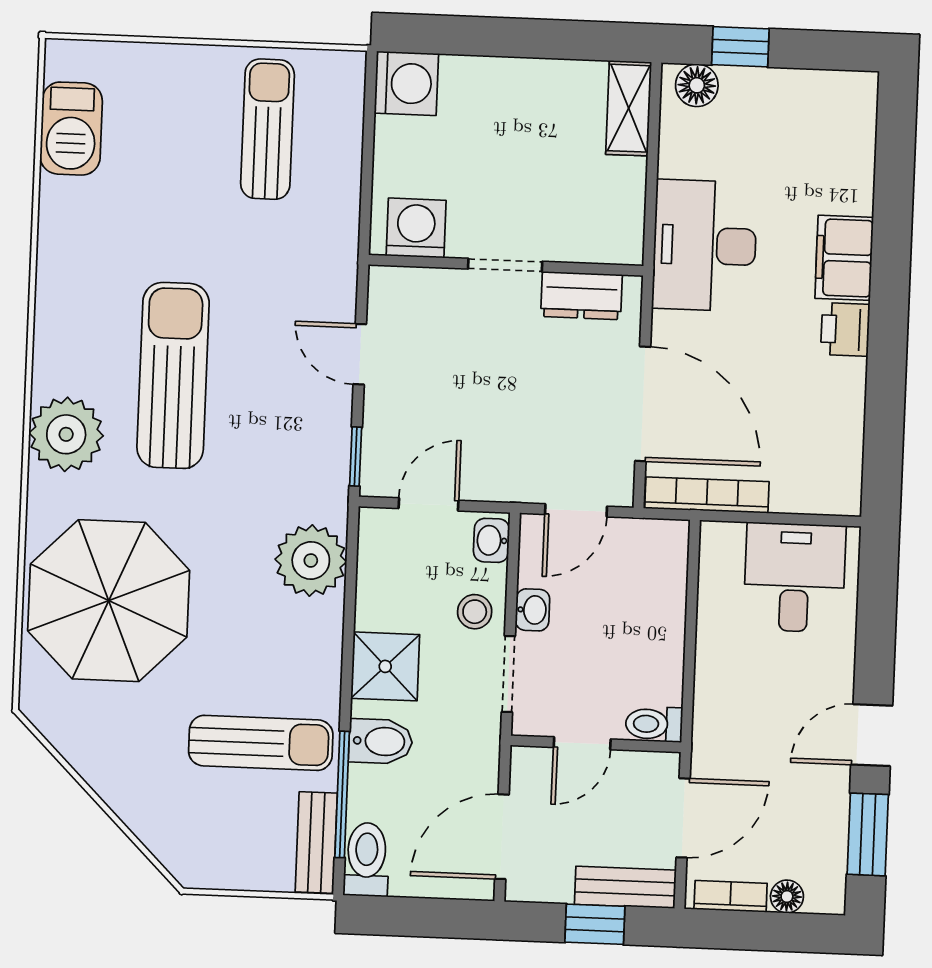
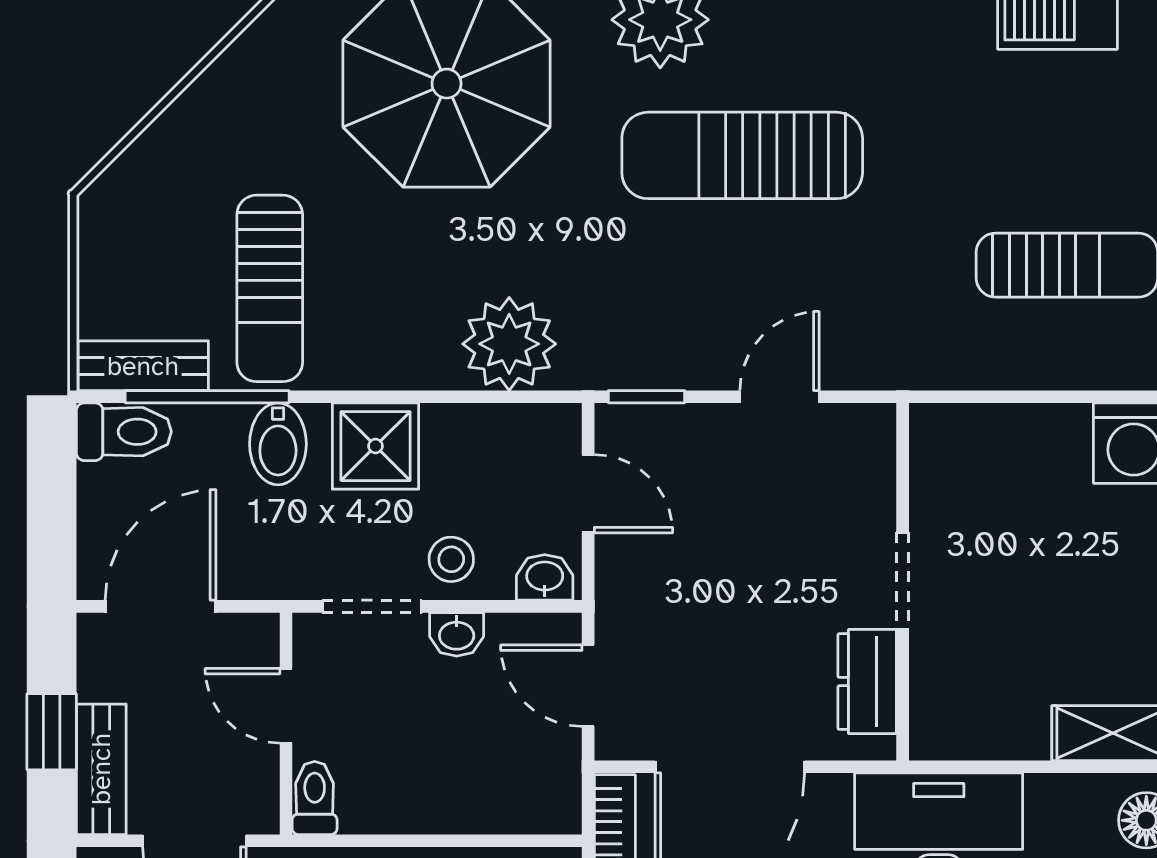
washing machine: (416, 228) -> (946, 463), removed
sun lounger: (173, 375) -> (742, 155), turned 180
door: (502, 837) -> (160, 606), hinge flipped

